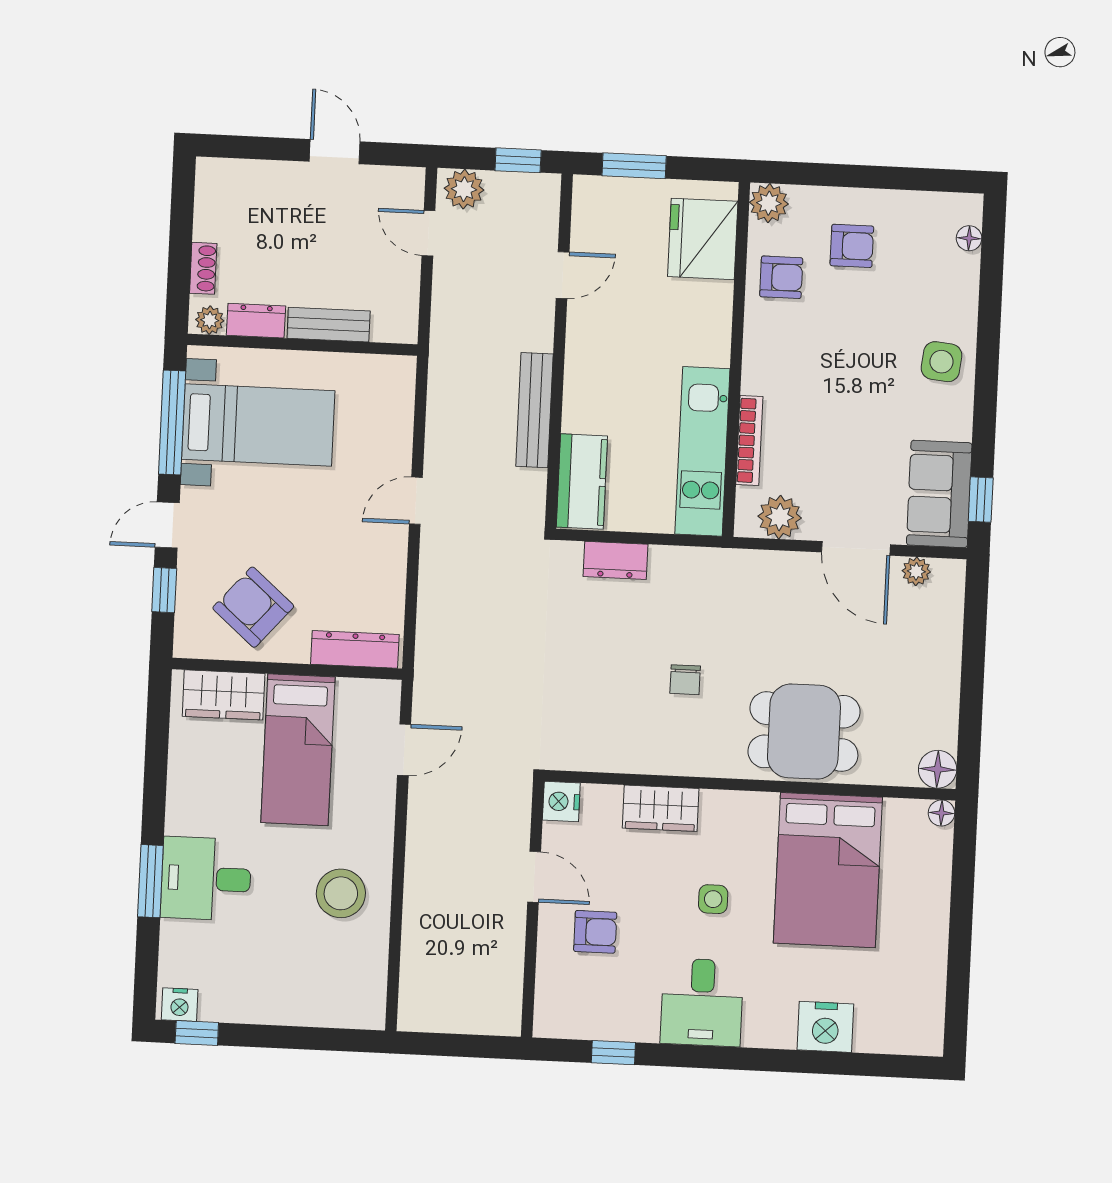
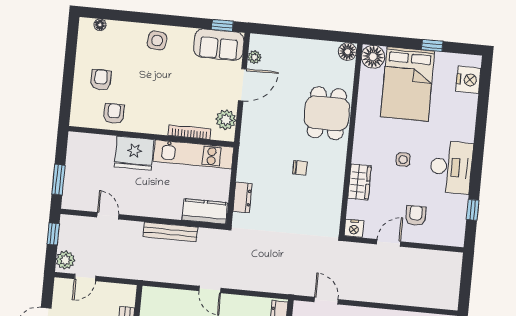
plant: (769, 203) -> (79, 118), removed
fridge: (703, 239) -> (134, 153), moved
floor lamp: (941, 813) -> (373, 57), width x1.89, depth x1.89
bed: (828, 870) -> (408, 84), moved, turned 90
window: (960, 949) -> (432, 45), added
desk: (702, 1002) -> (451, 167), width x1.37
nightstand: (825, 1027) -> (468, 80), moved

